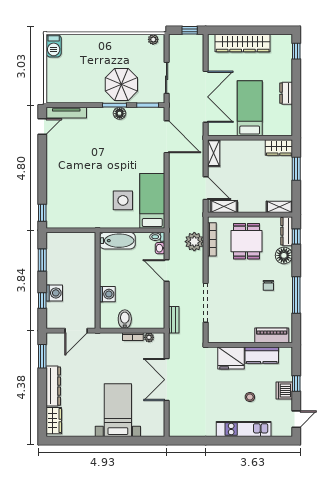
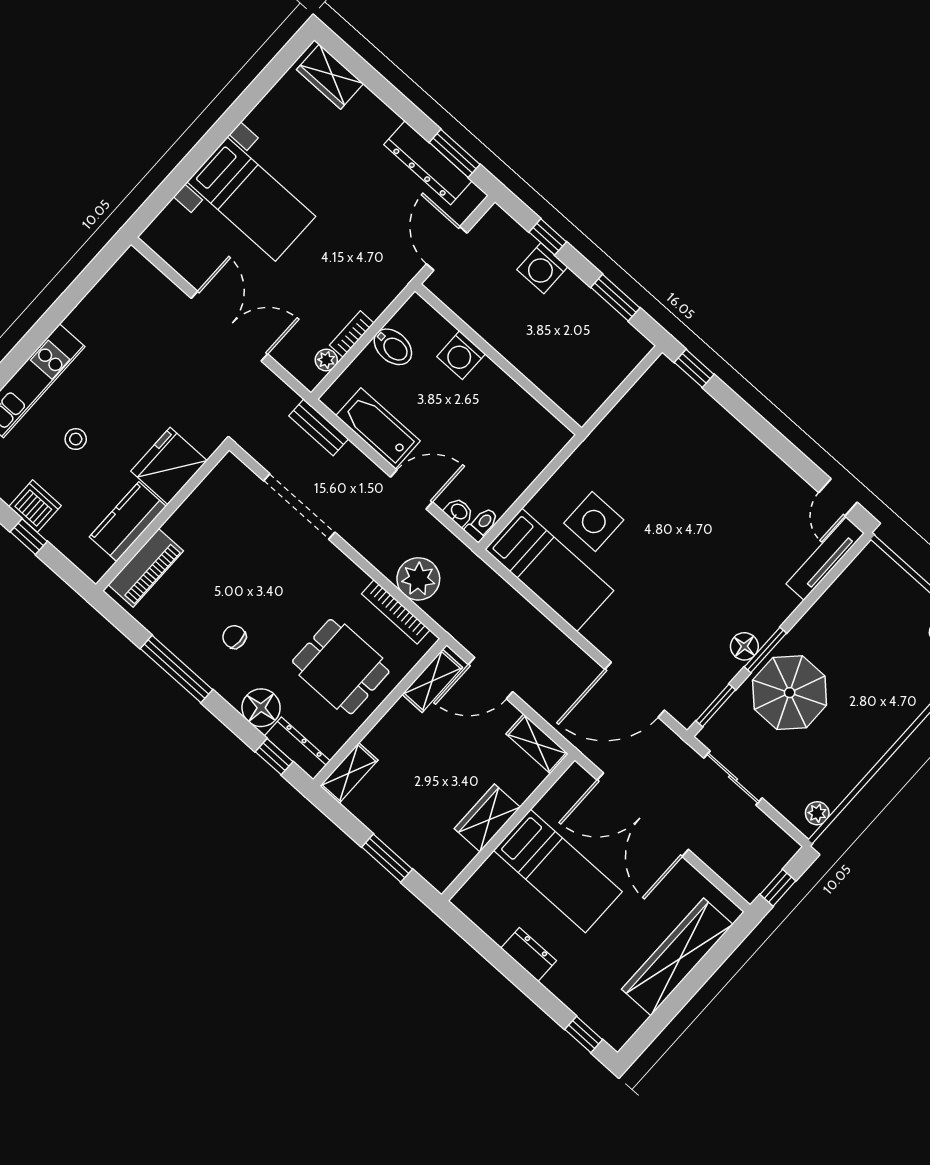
wardrobe: (279, 148) -> (487, 818), moved
bathtub: (117, 241) -> (378, 428), moved, turned 90
dresser: (53, 386) -> (428, 163), moved

